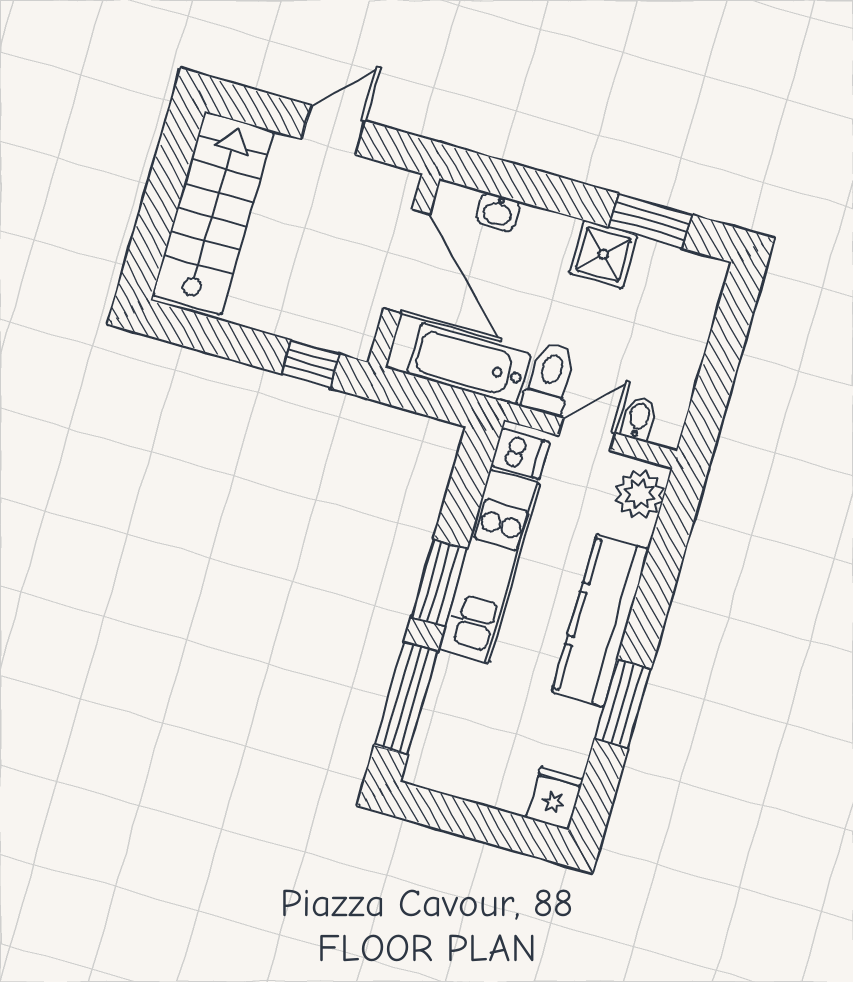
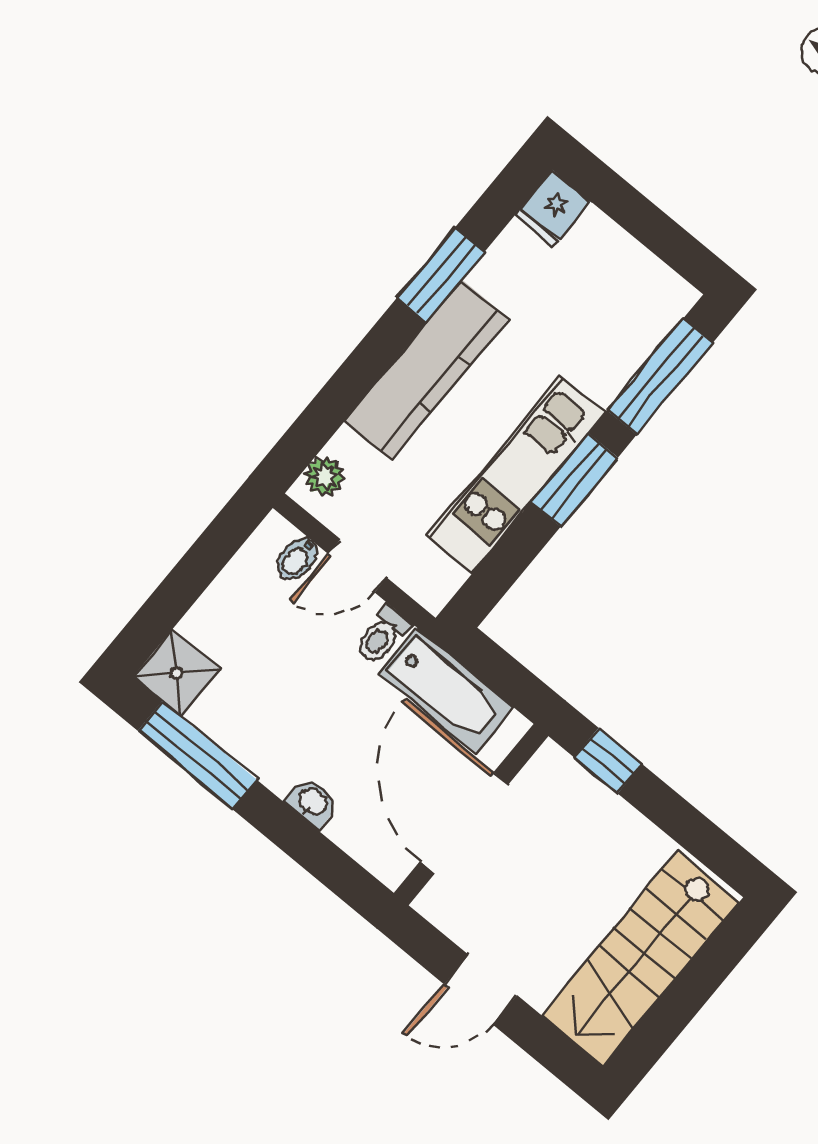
washbasin: (498, 212) -> (312, 802), moved
window: (650, 221) -> (197, 755), width x1.44
shower: (603, 254) -> (177, 673), moved
toilet: (550, 378) -> (382, 635), width x0.73, depth x0.72
dishwasher: (520, 454) -> (434, 576), removed
plant: (640, 494) -> (324, 476), width x0.73, depth x0.73

